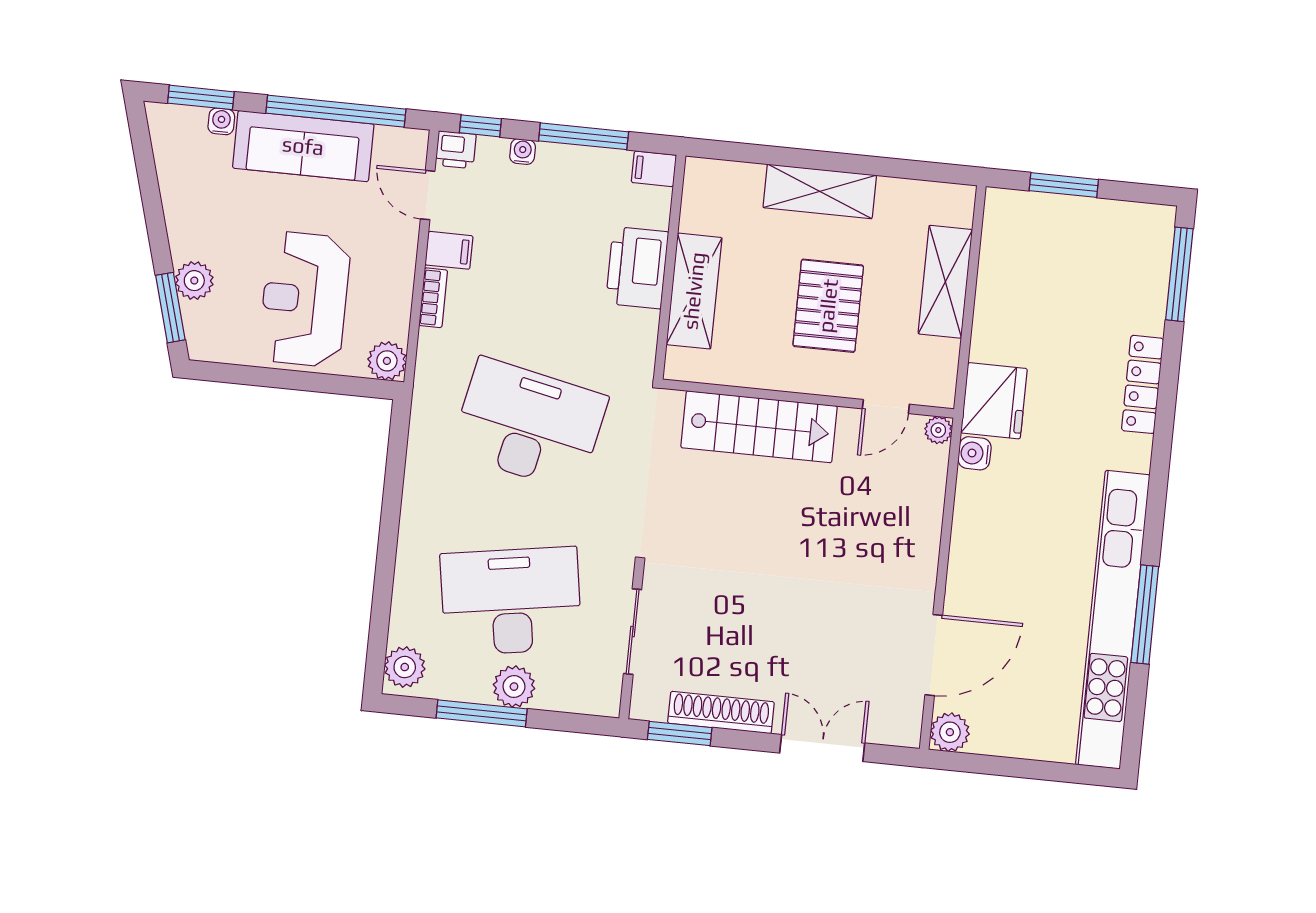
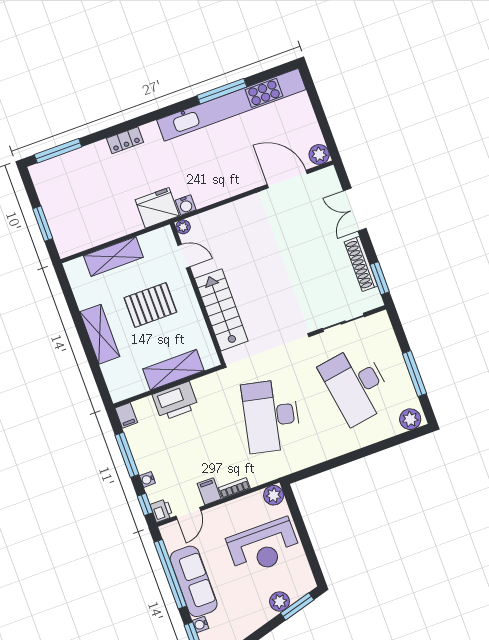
locker: (1143, 384) -> (125, 140), width x0.66
plant: (514, 687) -> (395, 365), removed

